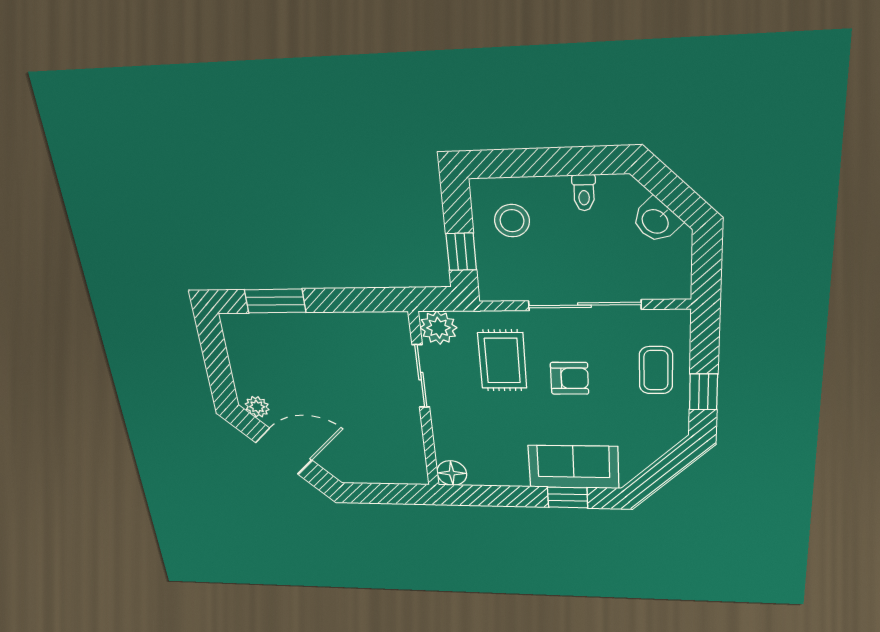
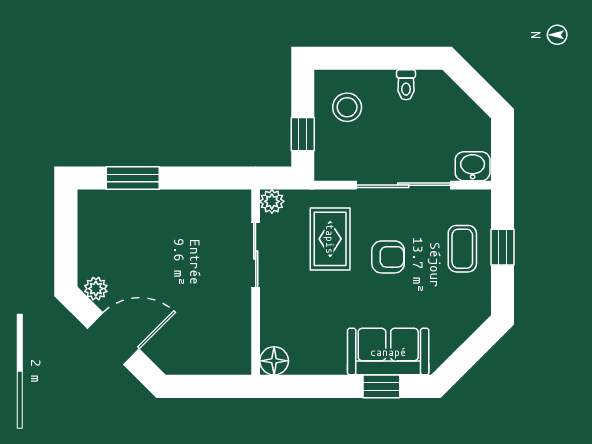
washbasin: (656, 221) -> (473, 166), moved, turned 135
plant: (438, 328) -> (272, 201), width x0.73, depth x0.73
window: (703, 392) -> (503, 247), moved

